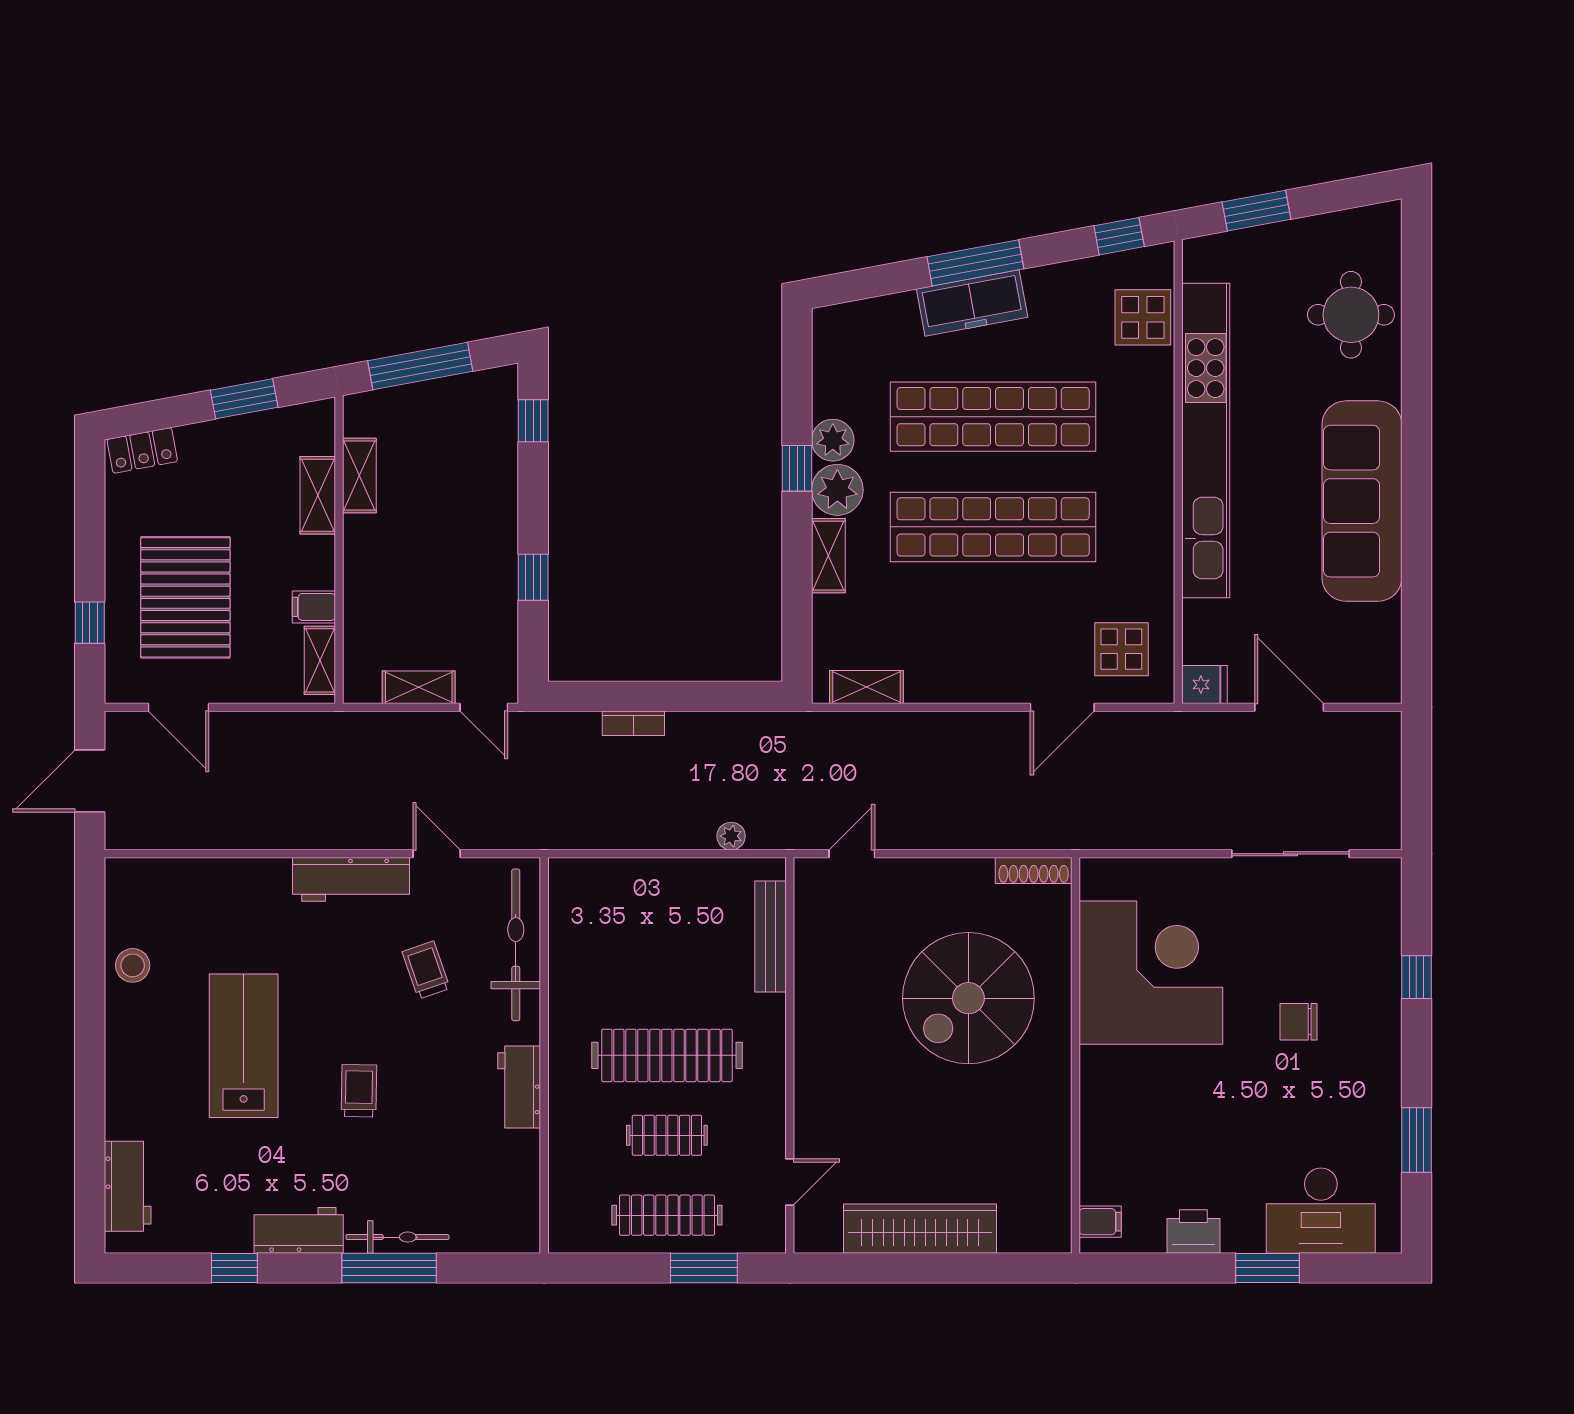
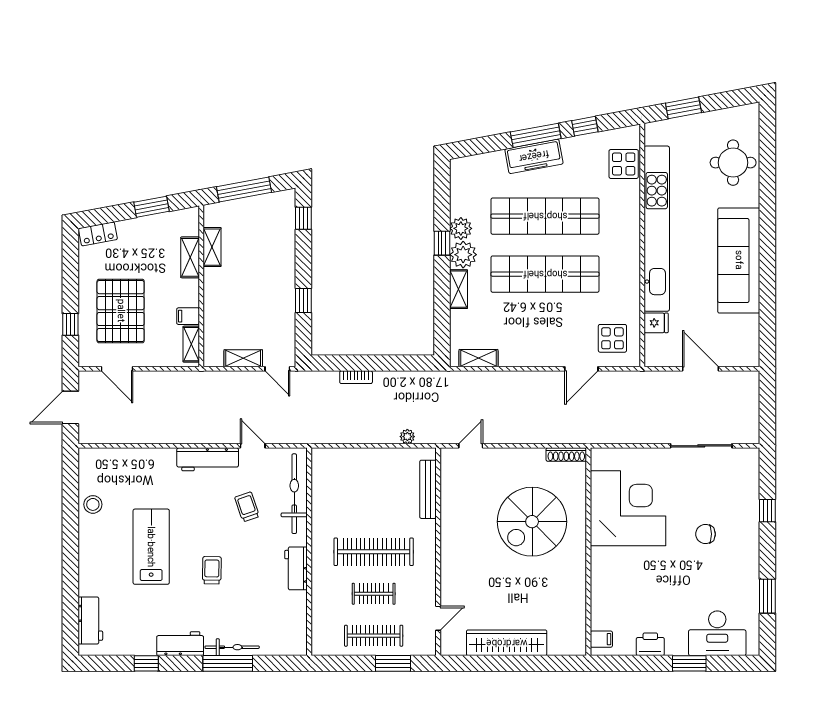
window: (1119, 236) -> (585, 126), moved
fridge: (1205, 685) -> (656, 323), moved

